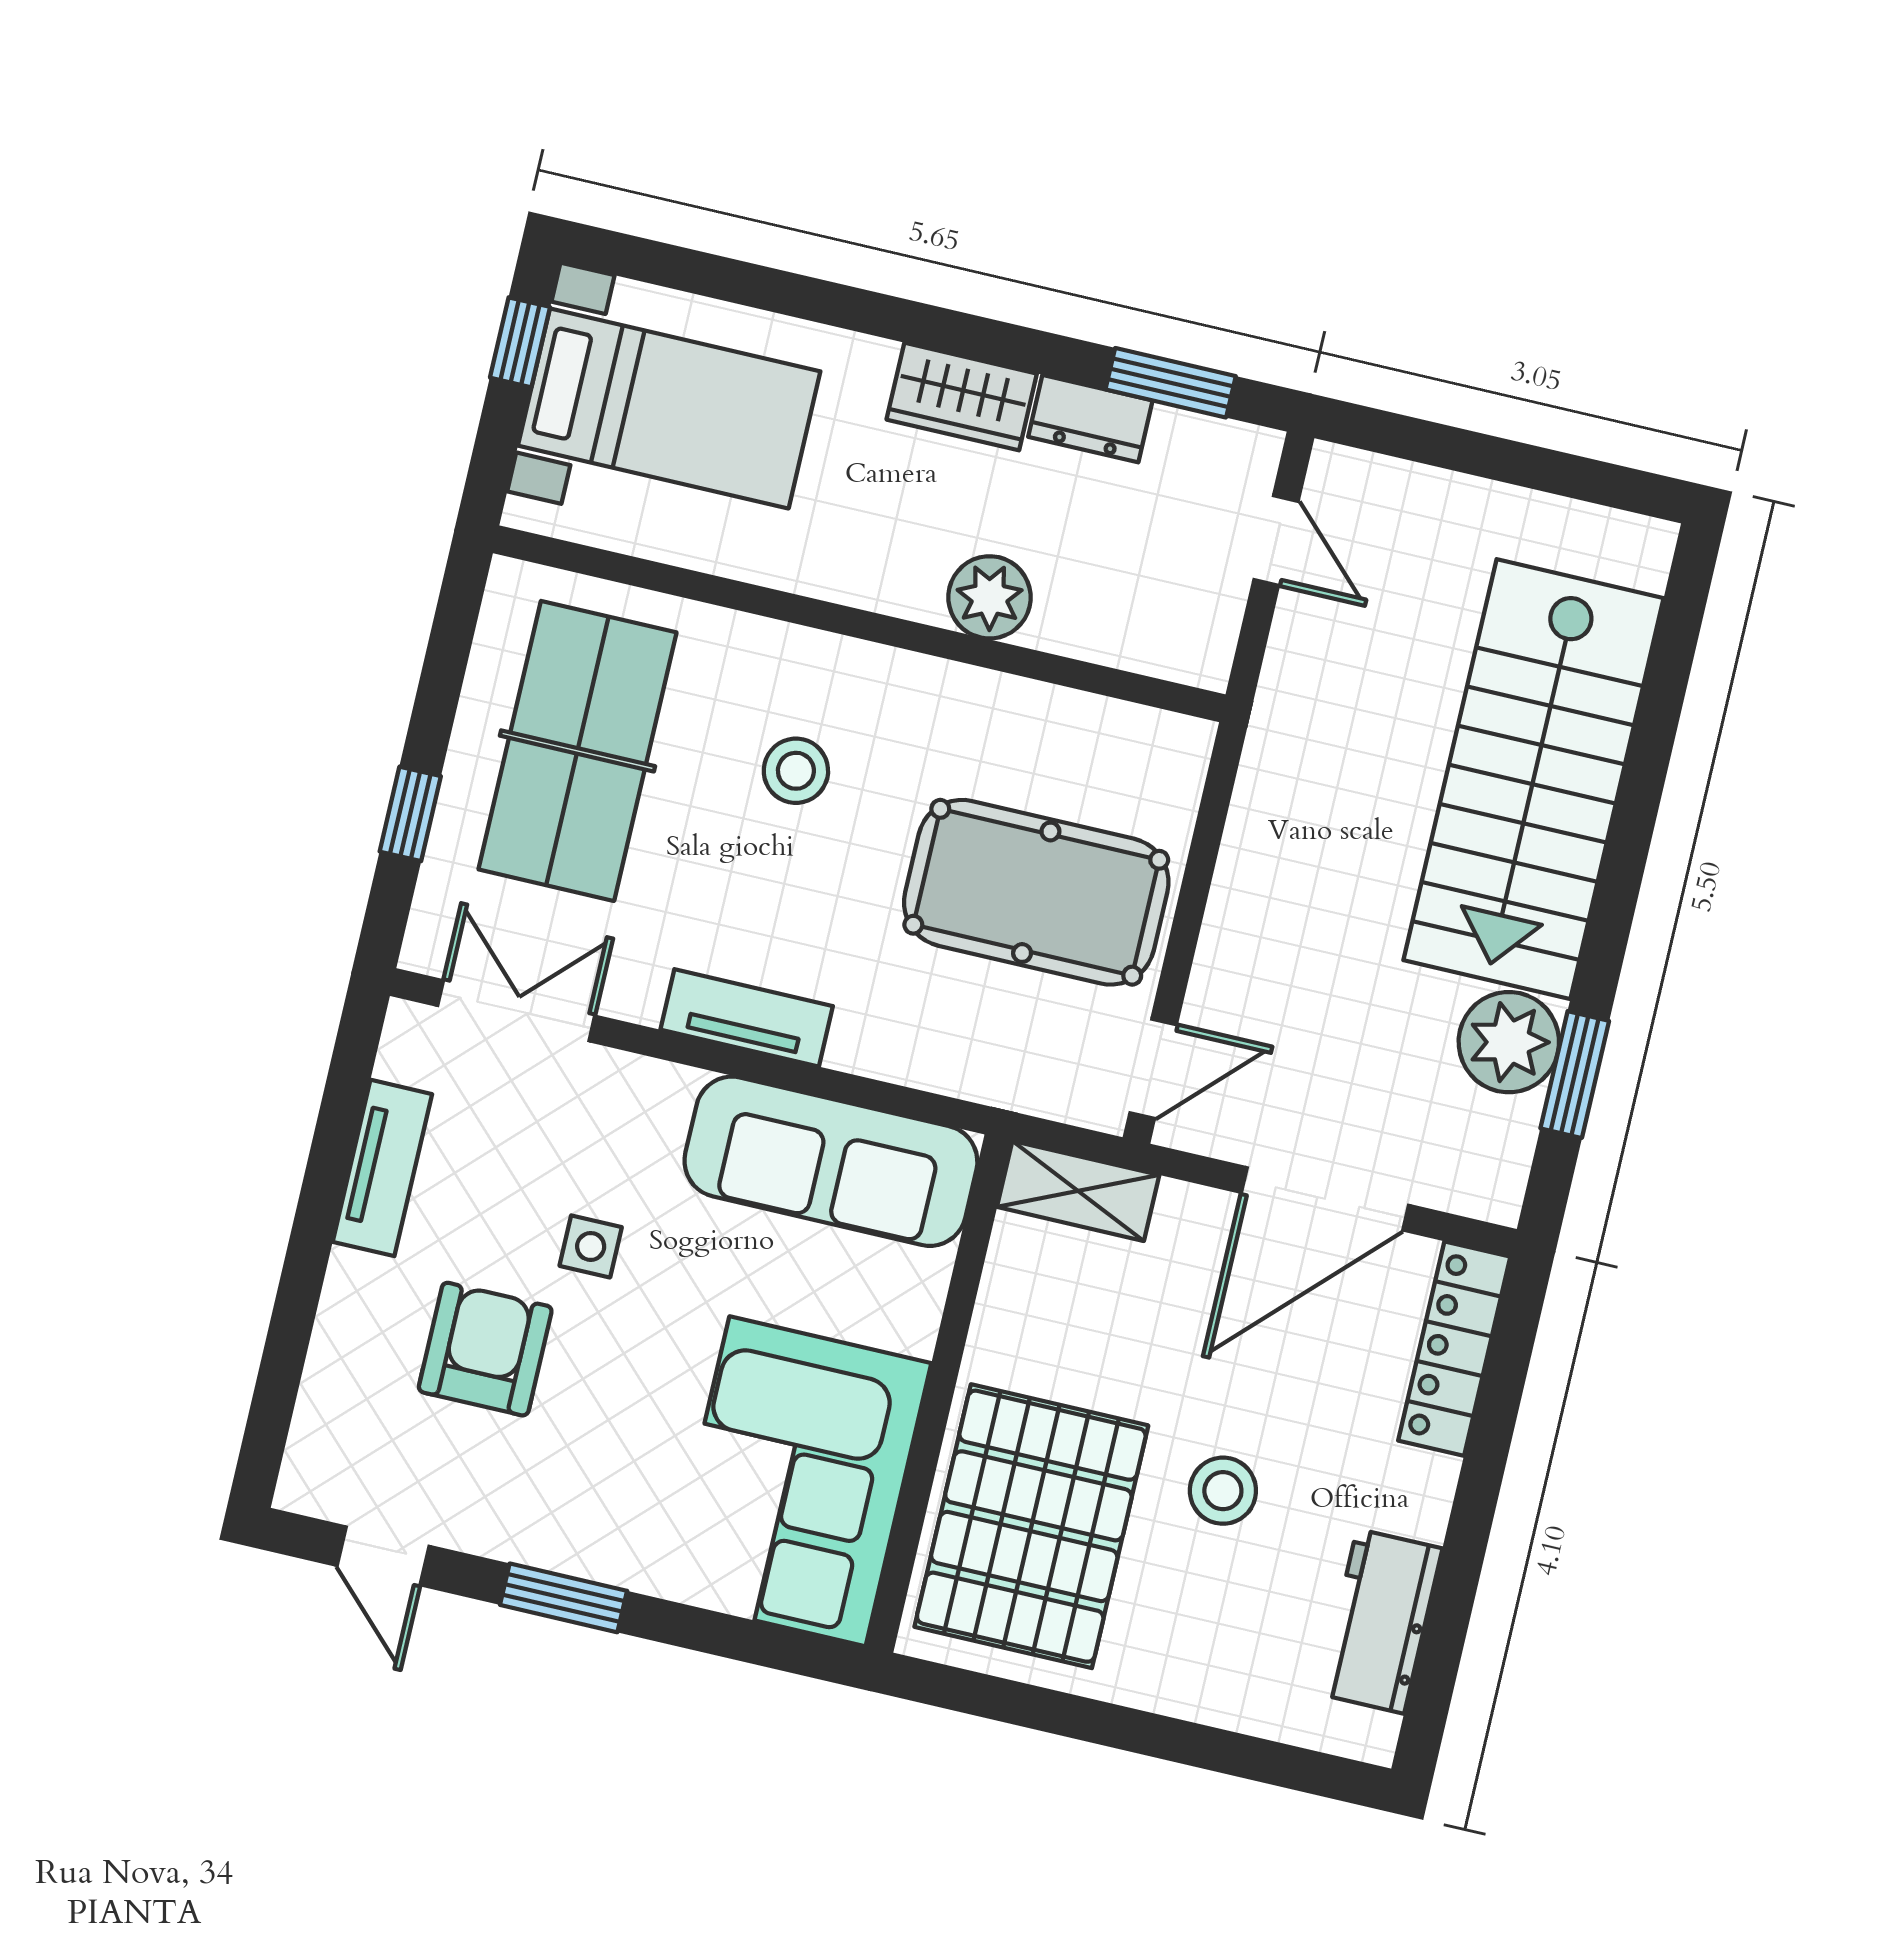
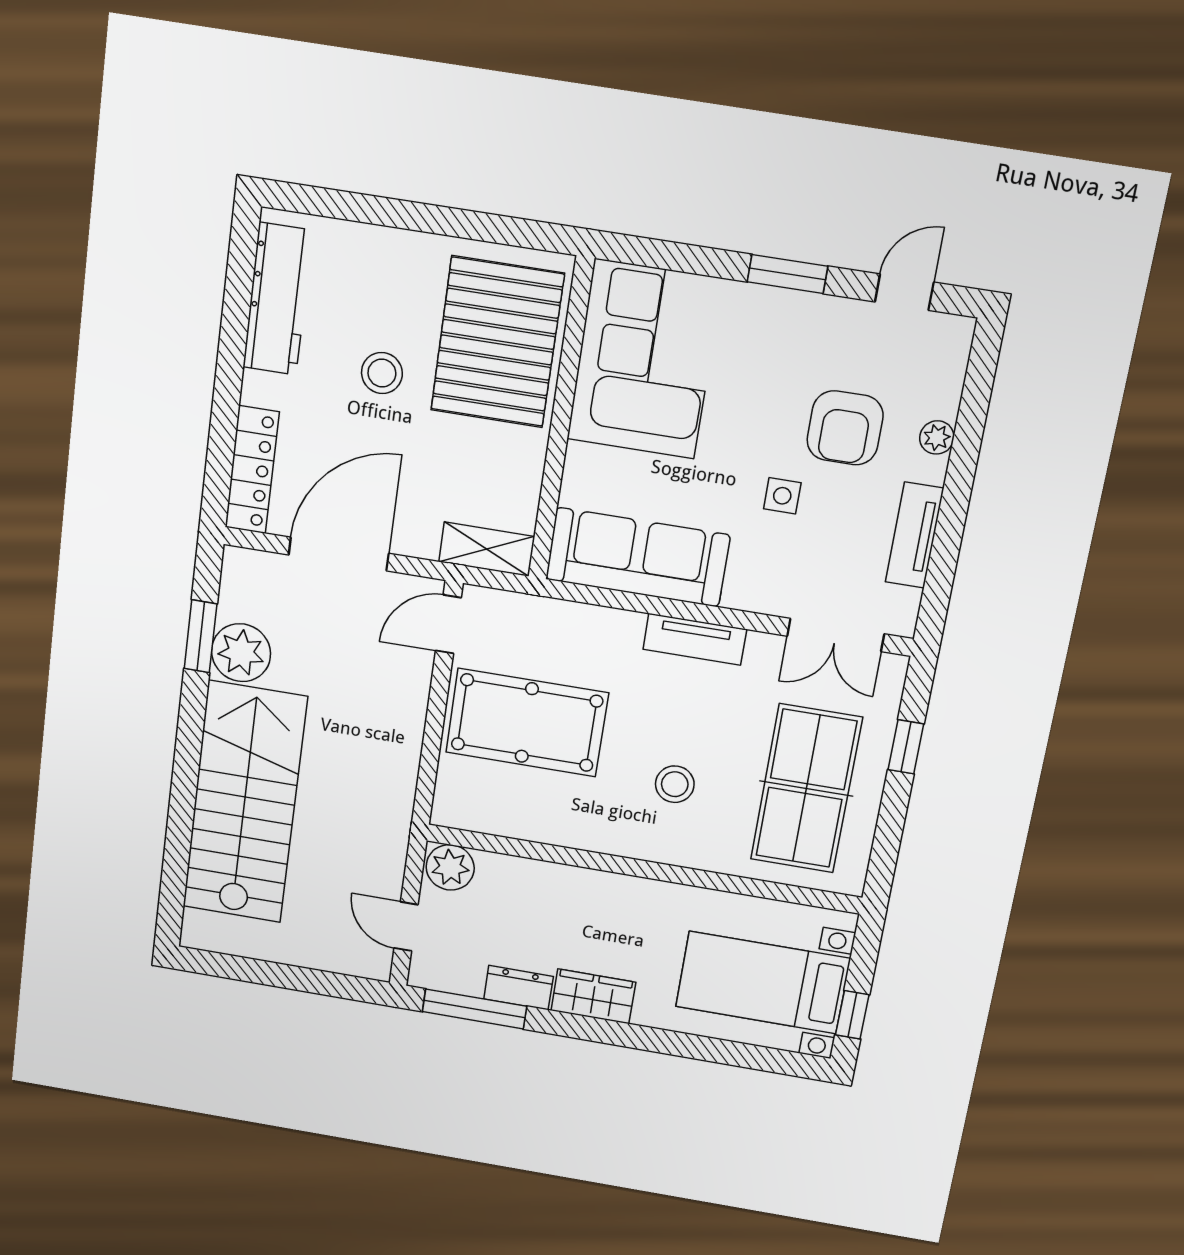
window: (1171, 383) -> (474, 1009), width x1.44
plant: (990, 597) -> (450, 867), moved
plant: (341, 1323) -> (937, 437), added
door: (383, 1556) -> (904, 292), hinge flipped
workbench: (1381, 1621) -> (278, 299), width x1.38

